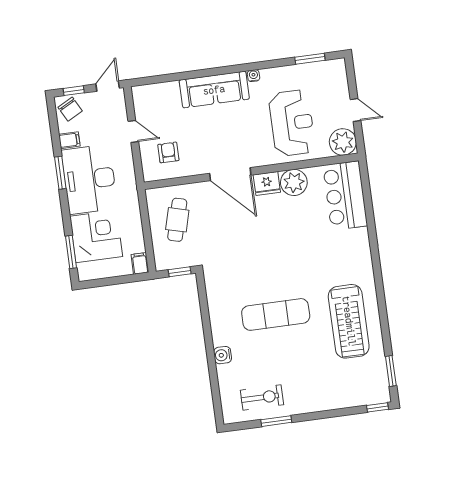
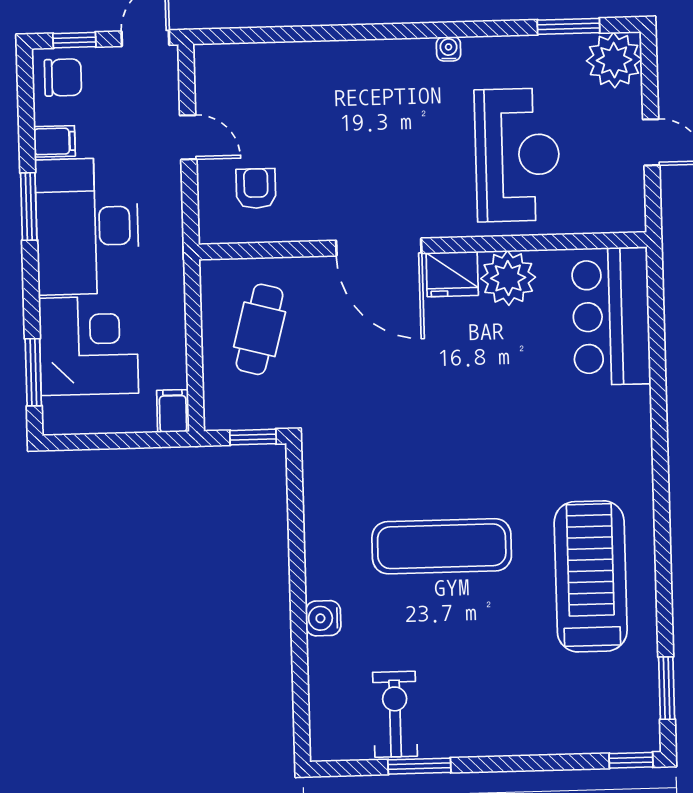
sofa: (214, 90) -> (365, 69), removed
chair: (70, 109) -> (63, 77), turned -62
plant: (343, 142) -> (614, 60), moved
treadmill: (349, 321) -> (591, 576), turned 180
exercise bike: (262, 397) -> (395, 714), turned -90

